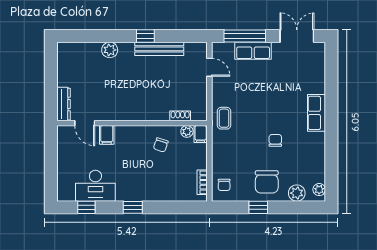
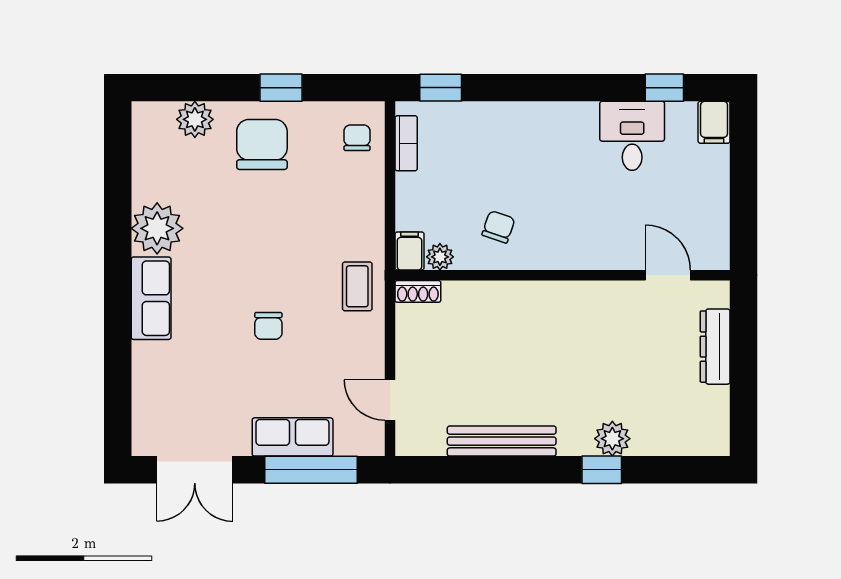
window: (145, 36) -> (602, 470), moved
dresser: (64, 104) -> (715, 347), moved
shoe rack: (180, 116) -> (418, 291), moved
filing cabinet: (107, 135) -> (714, 122), moved, turned 180
chair: (275, 140) -> (268, 326), moved
desk: (95, 186) -> (632, 136), width x0.73
plant: (319, 190) -> (157, 228), moved, width x1.88, depth x1.88
window: (133, 207) -> (441, 88), moved

